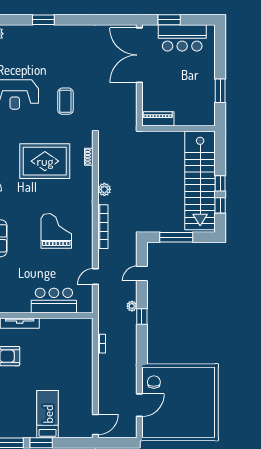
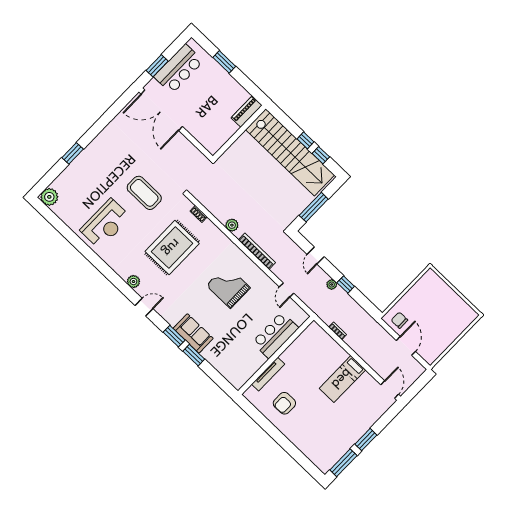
window: (220, 91) -> (224, 62), moved
coffee table: (65, 101) -> (144, 193), width x1.36, depth x1.32
piano: (158, 119) -> (247, 112), moved
bed: (48, 414) -> (342, 379), moved, turned -90

